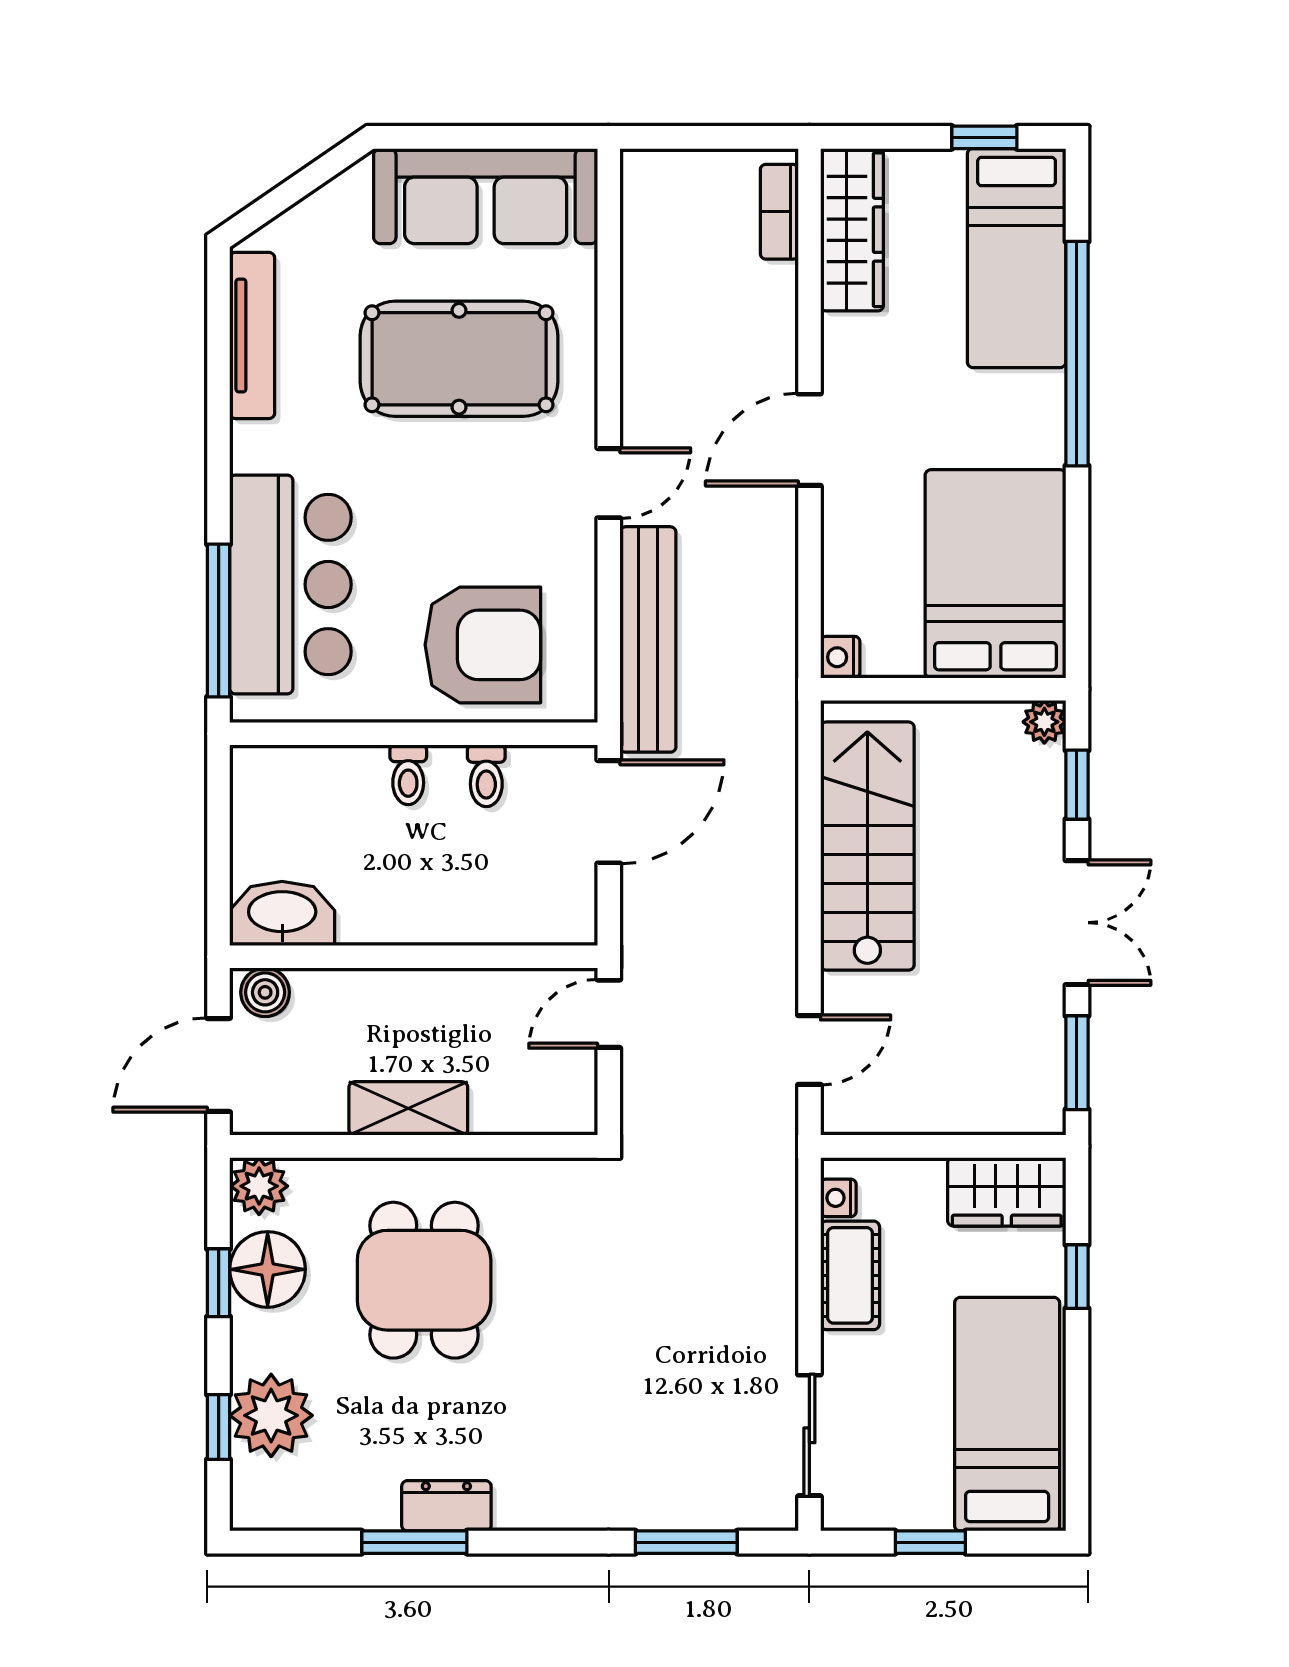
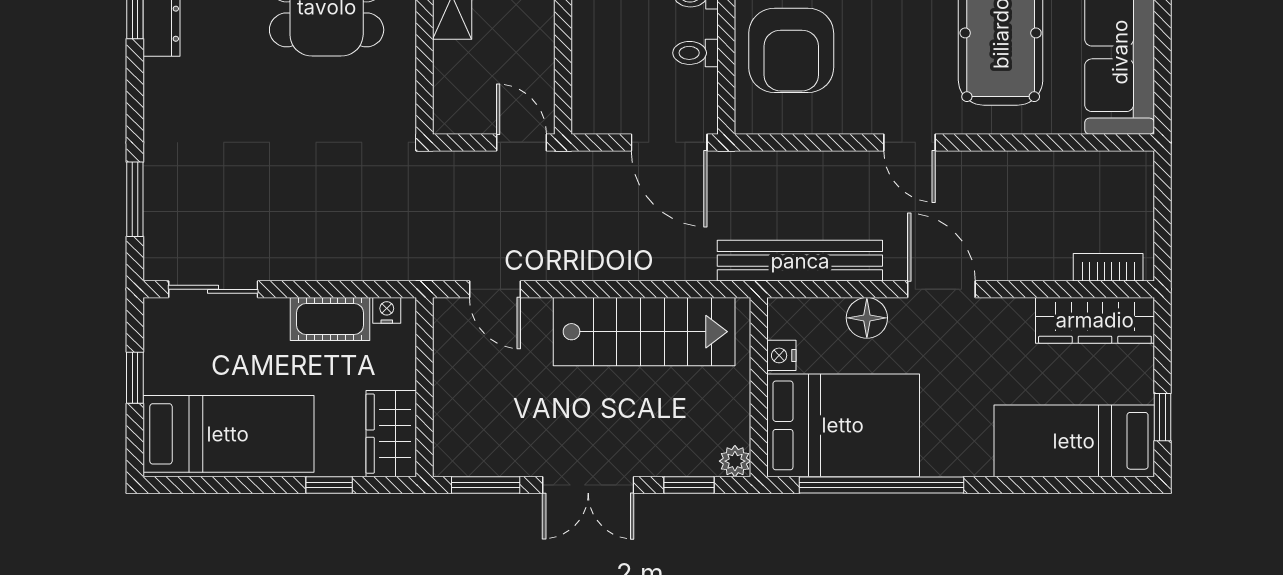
window: (1077, 354) -> (882, 485), moved
floor lamp: (849, 542) -> (867, 318), added
bench: (648, 639) -> (800, 261), moved
nightstand: (840, 657) -> (781, 355), moved, turned -90

